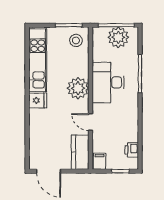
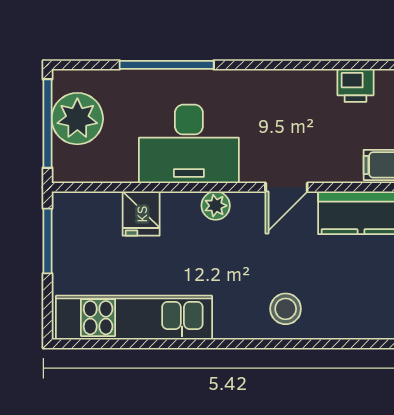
stool: (76, 40) -> (286, 309), moved
plant: (78, 88) -> (216, 206), width x0.53, depth x0.53
fridge: (38, 100) -> (141, 214), moved, turned 180

